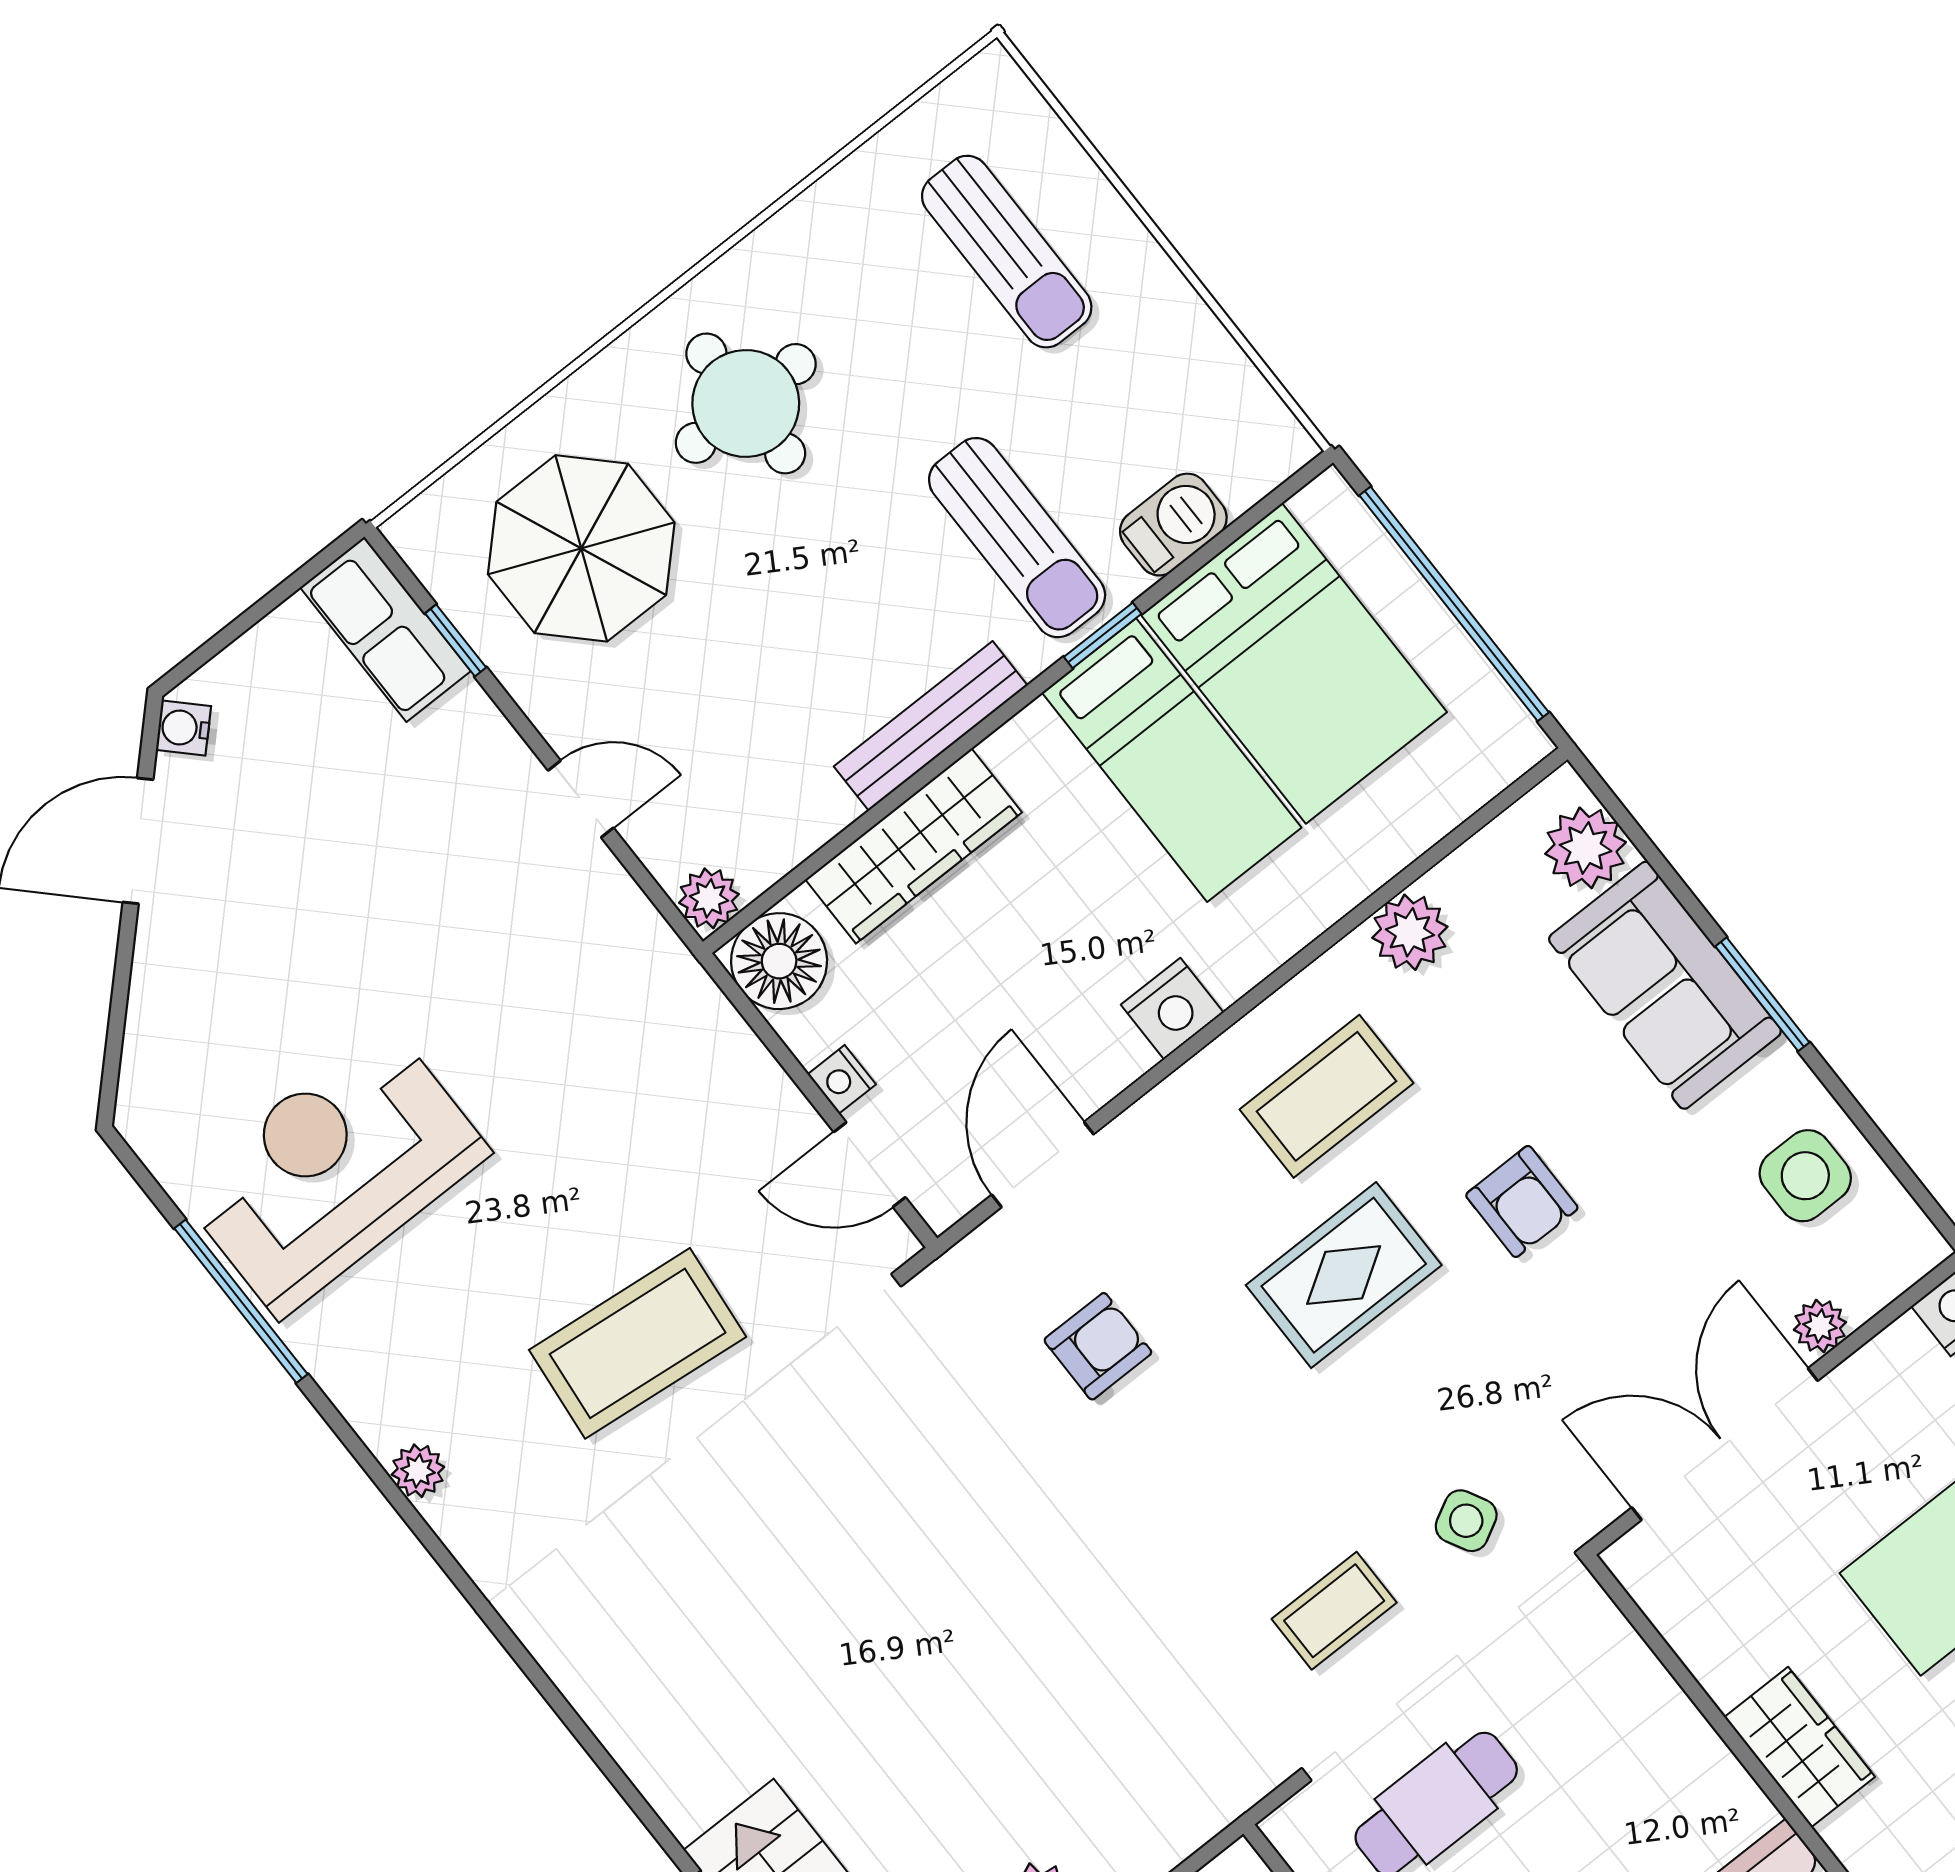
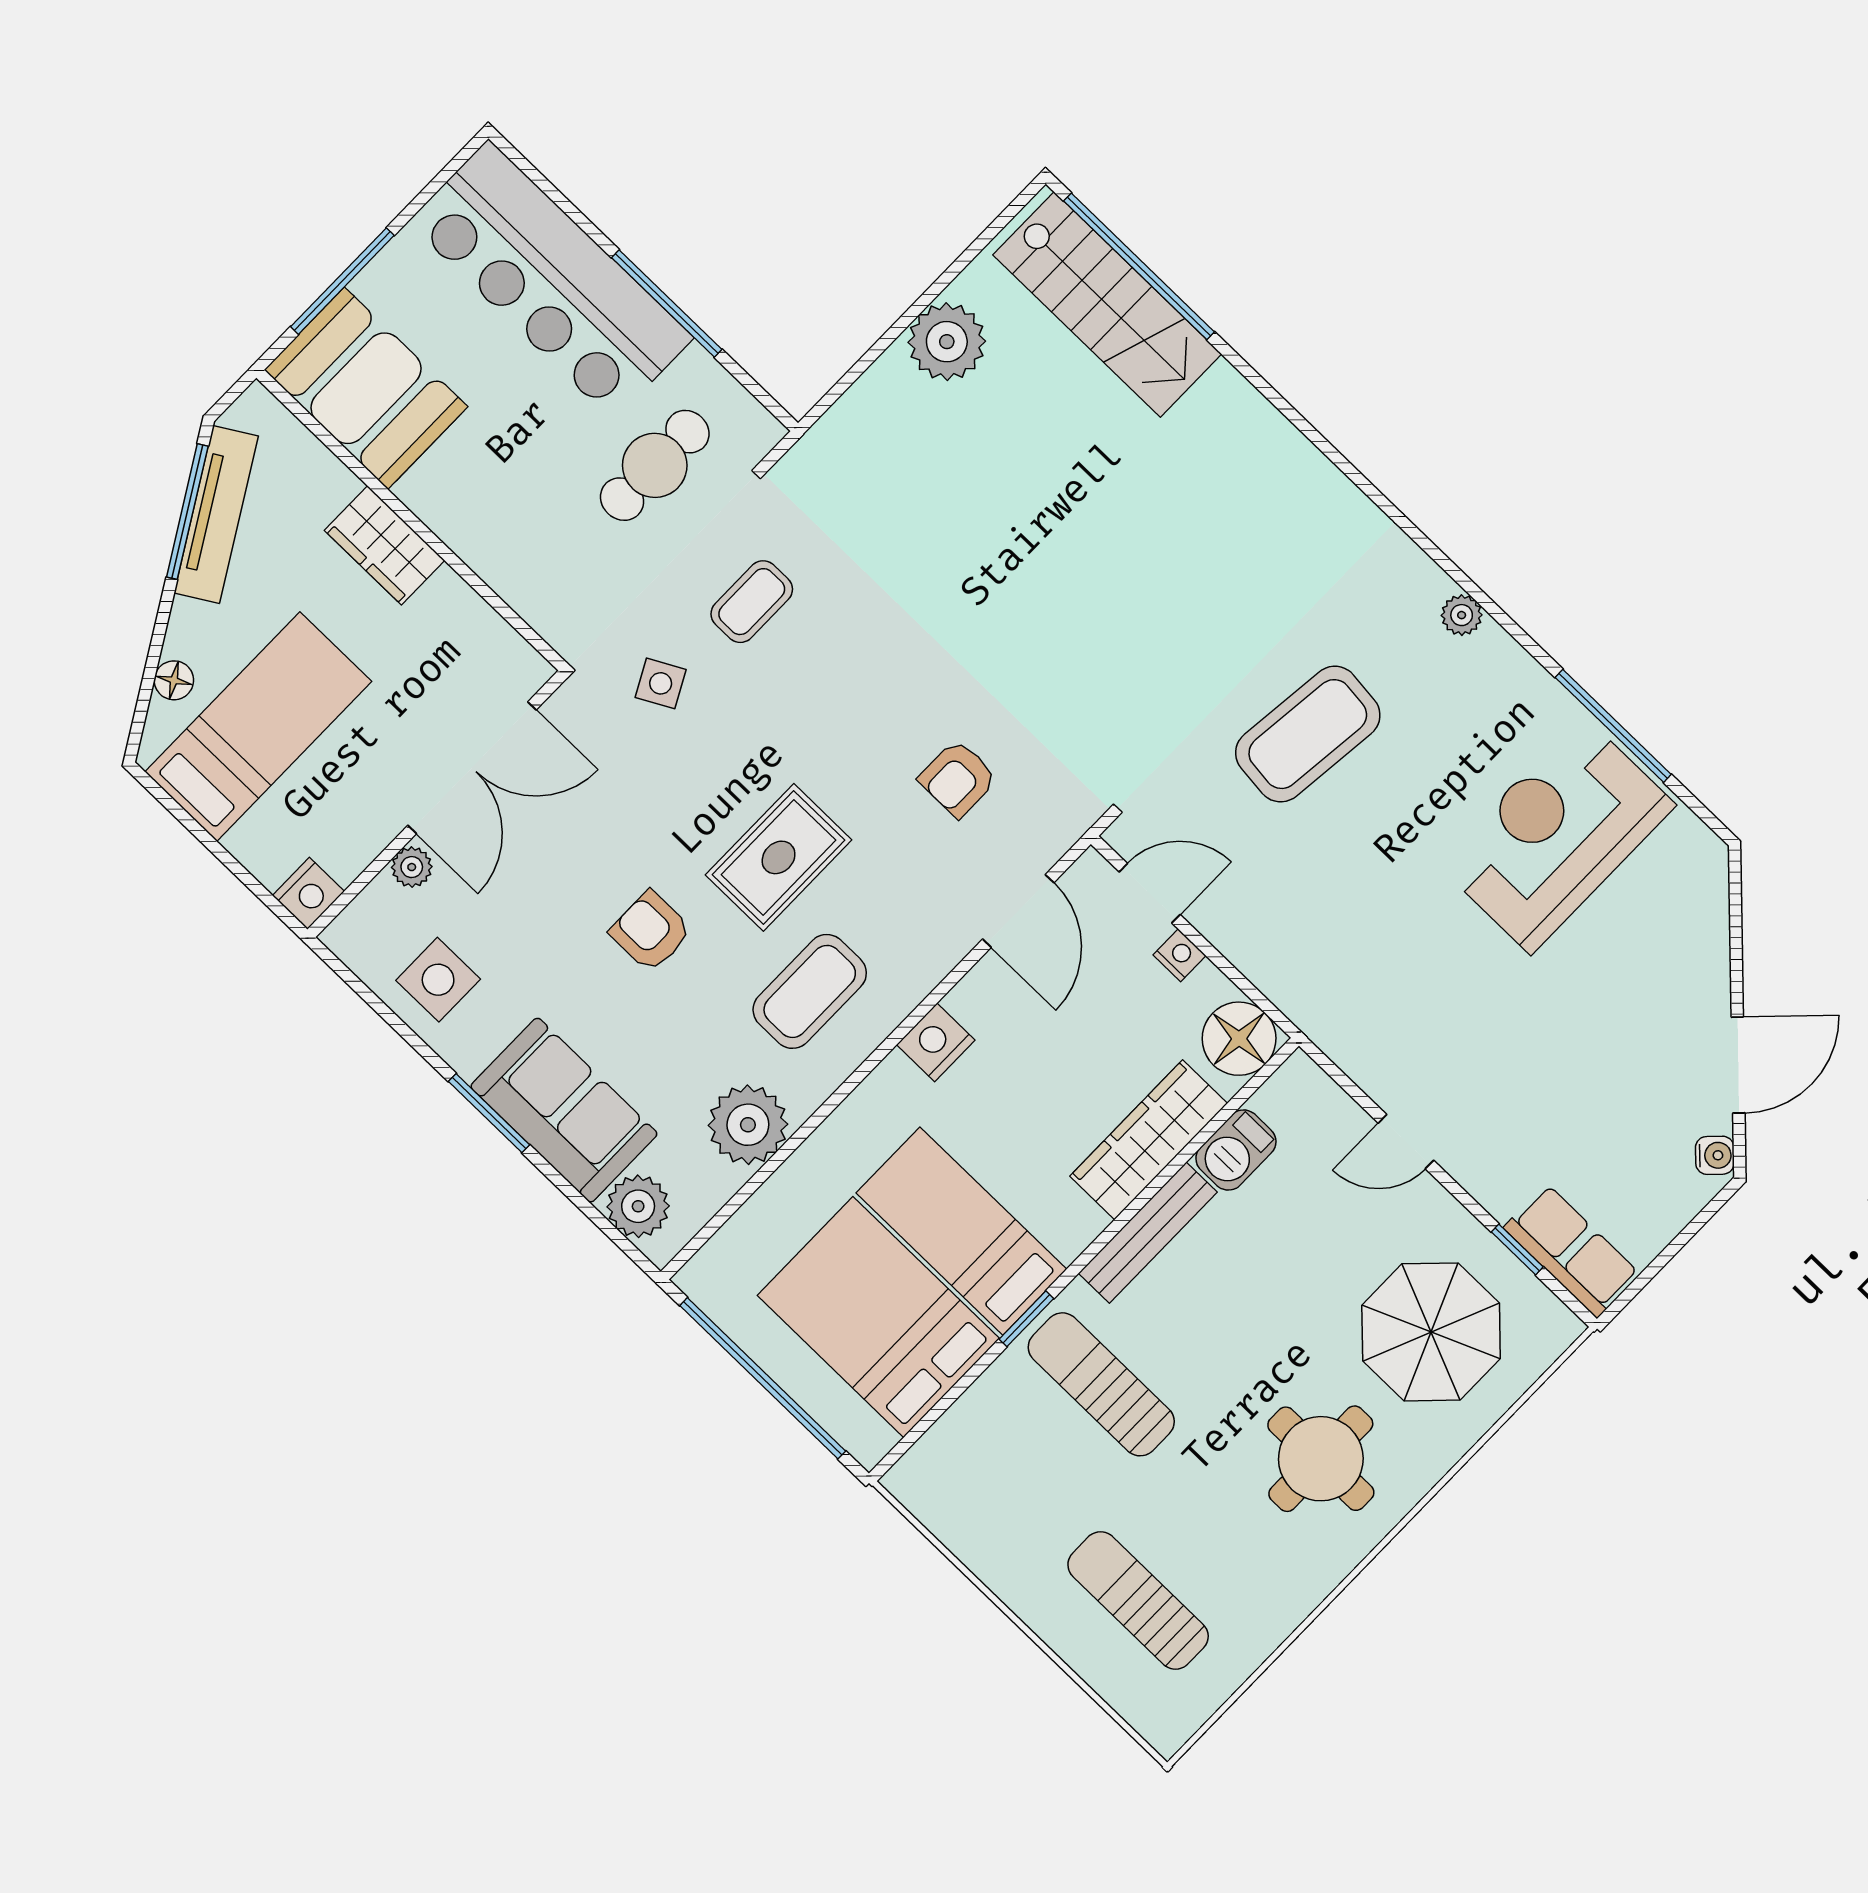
barbecue: (1173, 525) -> (1236, 1150), moved
plant: (709, 898) -> (1299, 1079), removed
plant: (1410, 932) -> (748, 1125), width x1.36, depth x1.36
reception desk: (333, 1170) -> (1557, 835), turned 180

